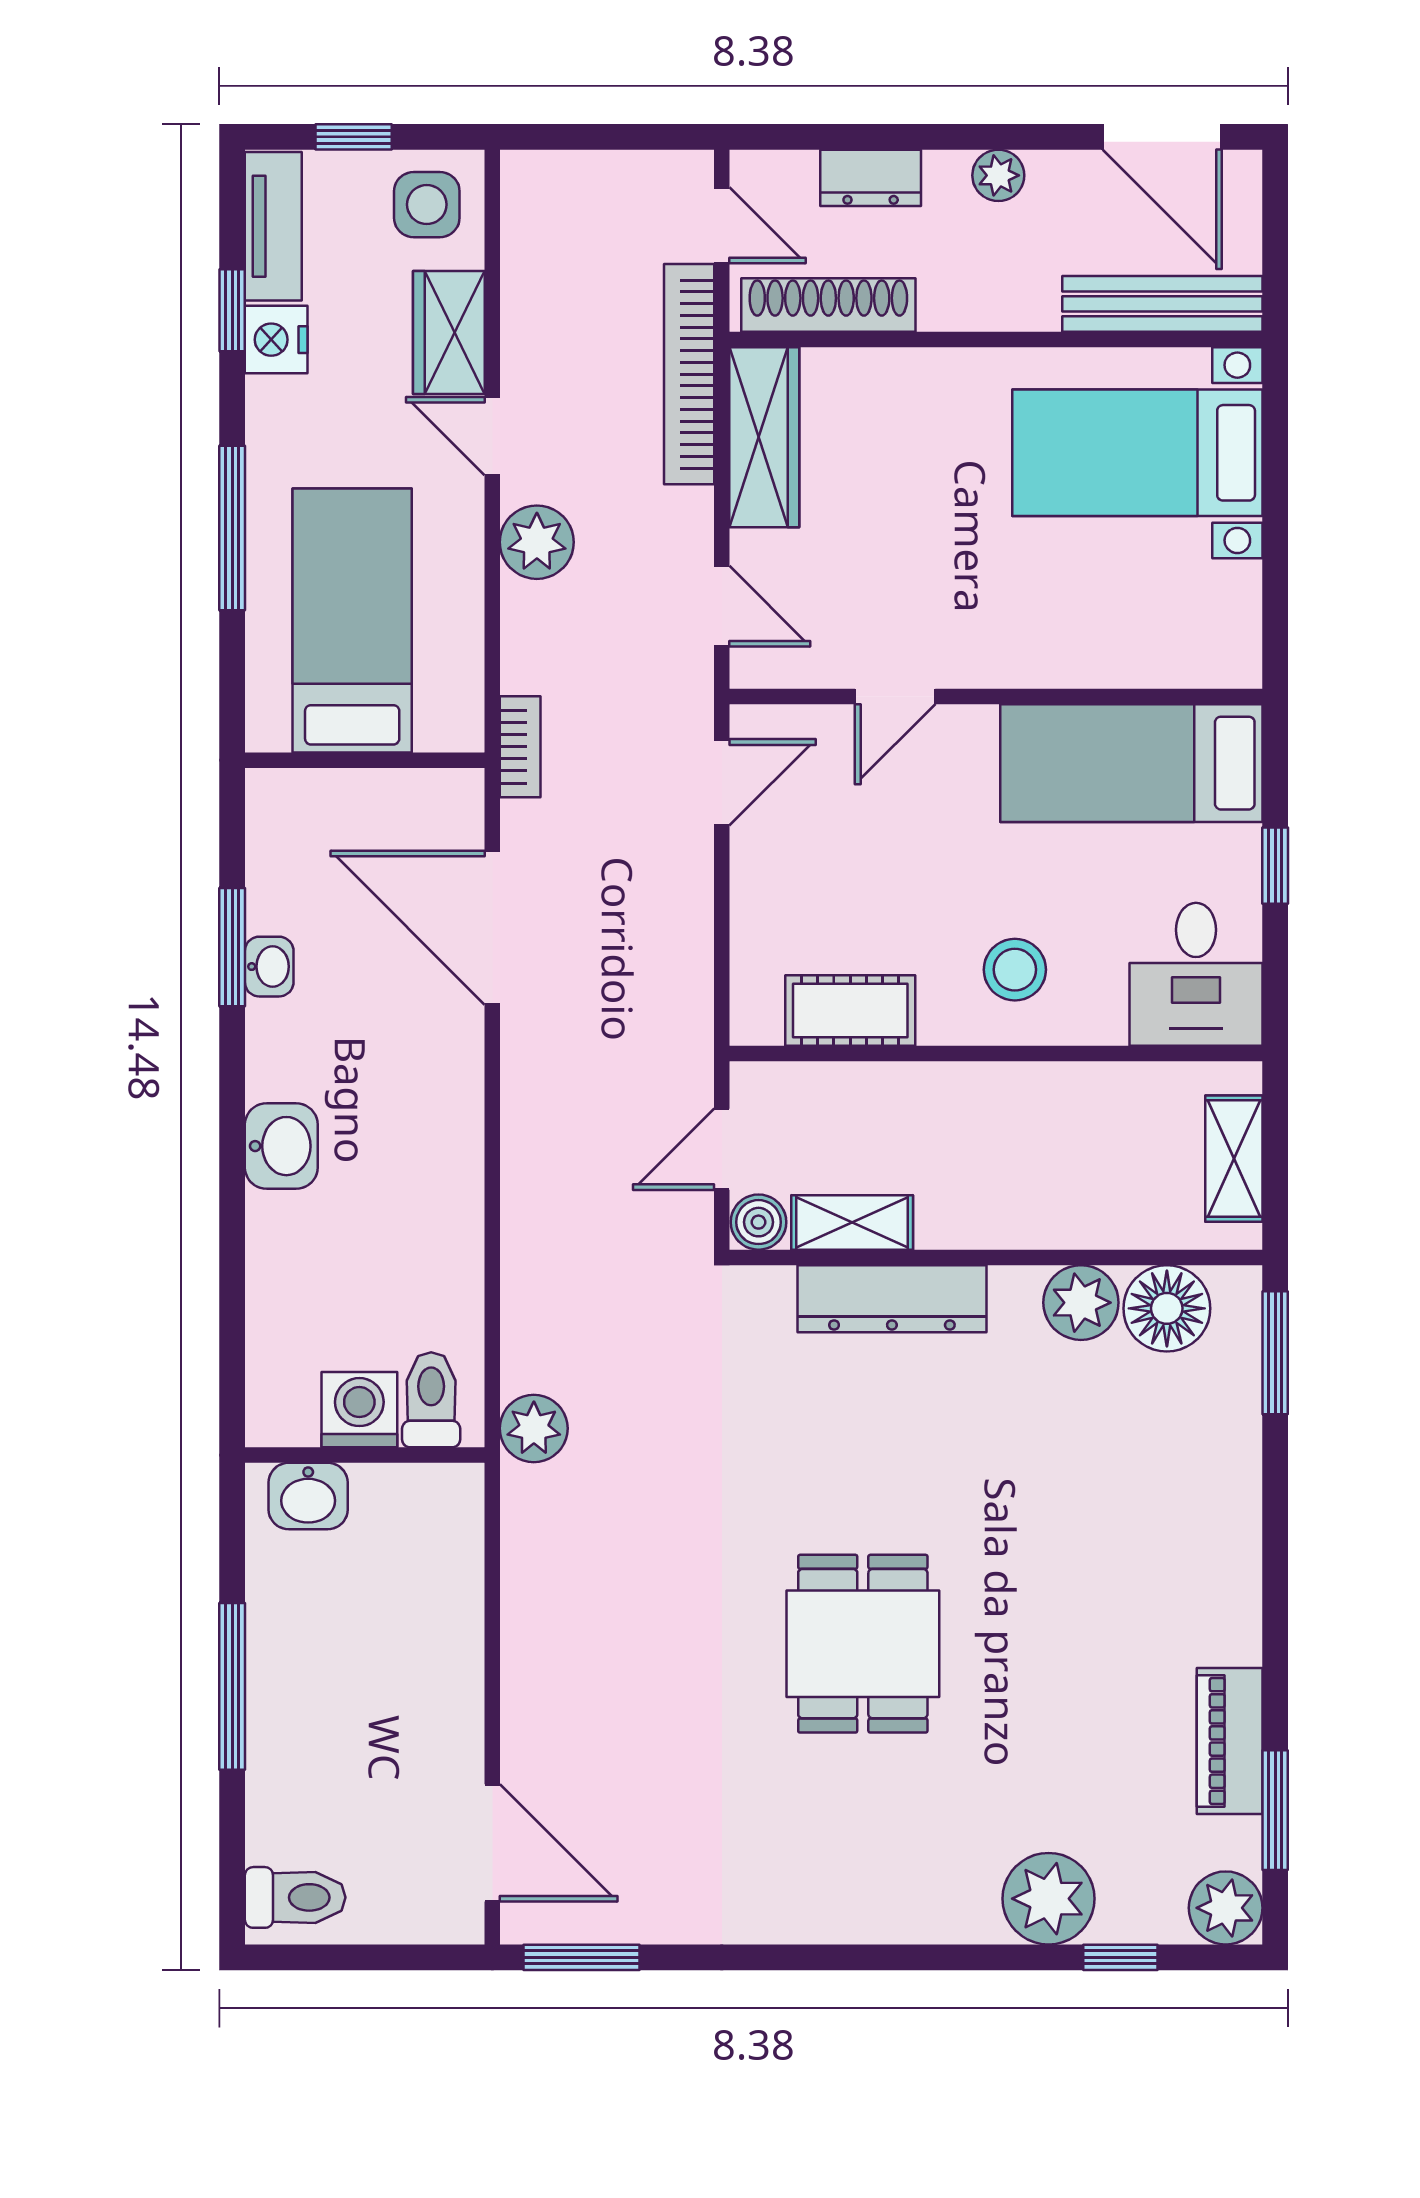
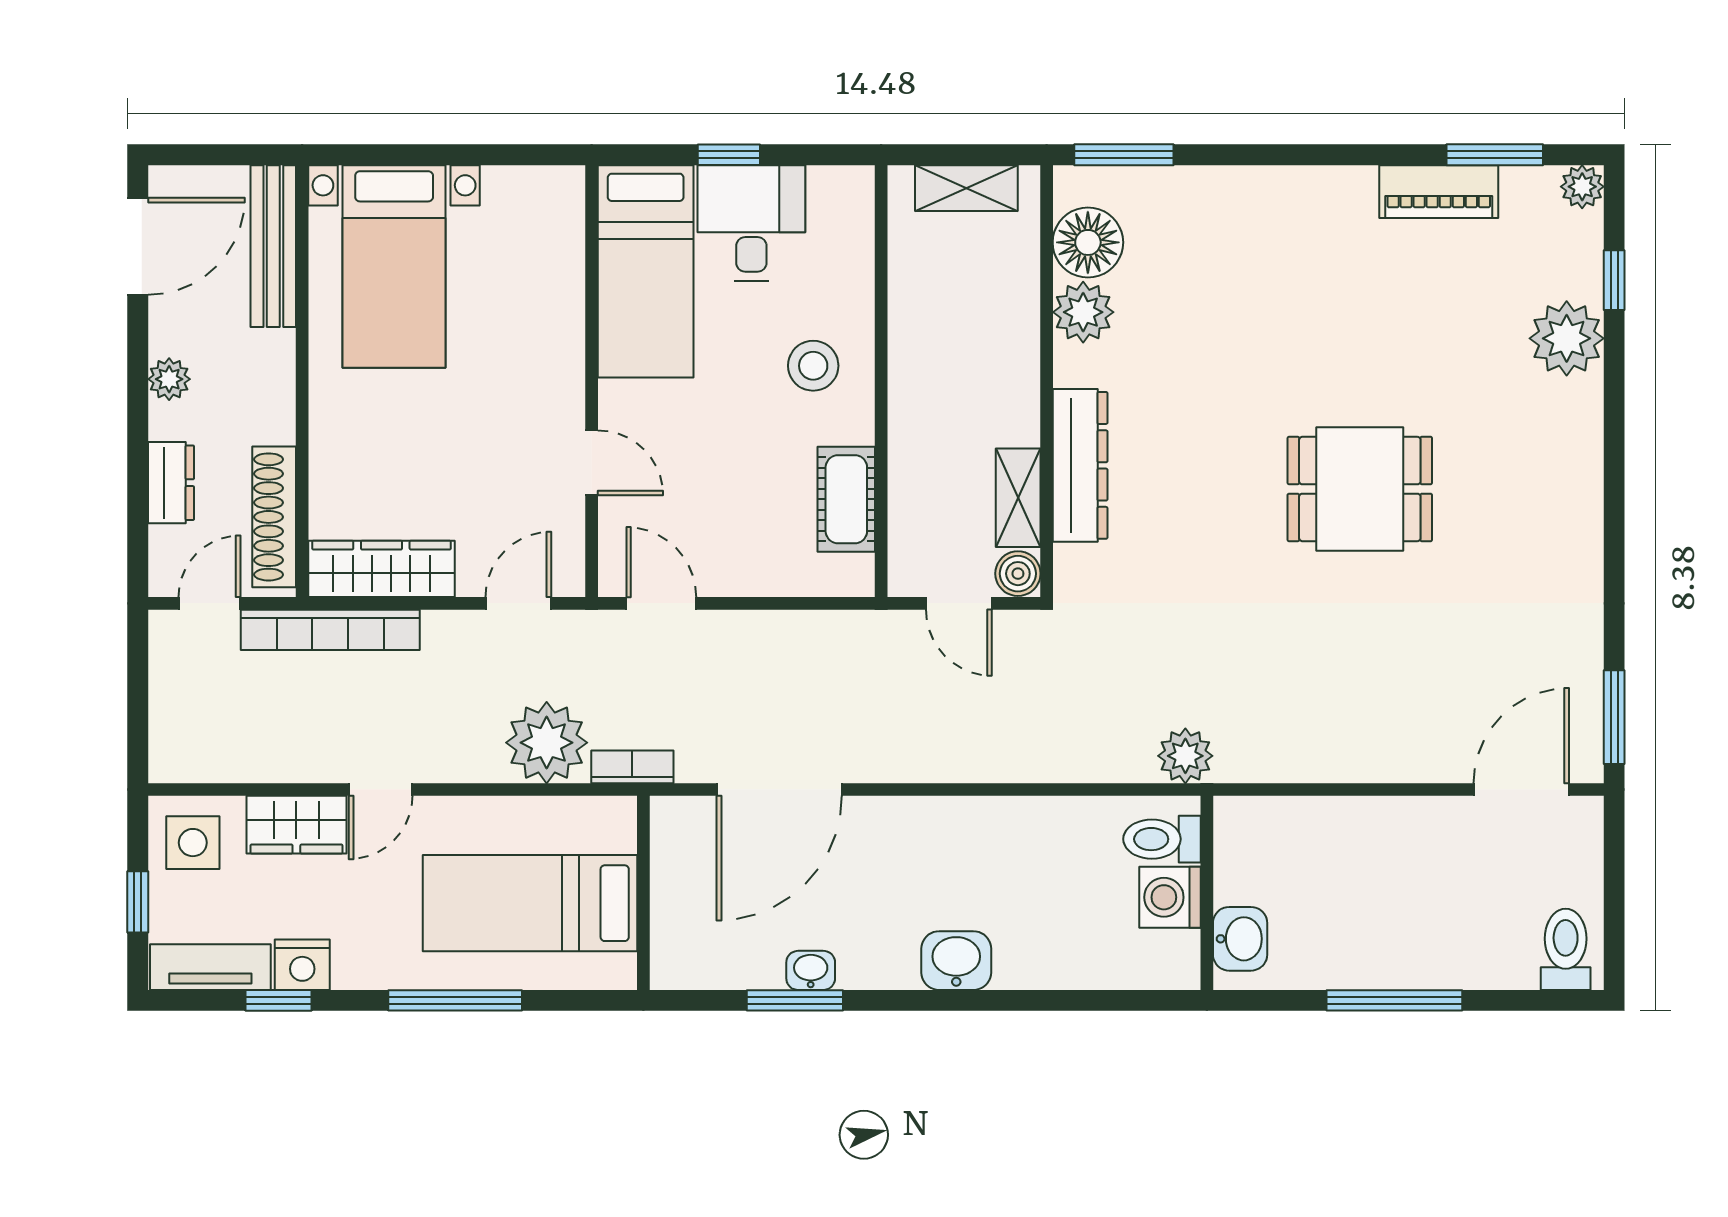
plant: (537, 542) -> (547, 743), moved, width x1.36, depth x1.36
desk: (1196, 974) -> (751, 223), moved, turned -90
plant: (1226, 1908) -> (1582, 187), width x0.73, depth x0.73

